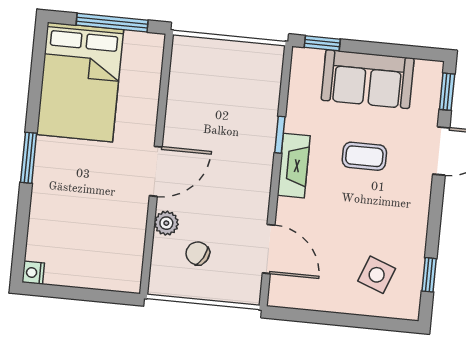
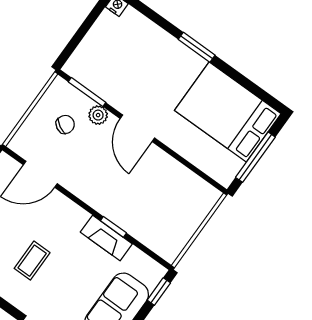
coffee table: (364, 156) -> (32, 261), moved
fireplace: (294, 166) -> (106, 238), moved
window: (148, 250) -> (87, 92), added

